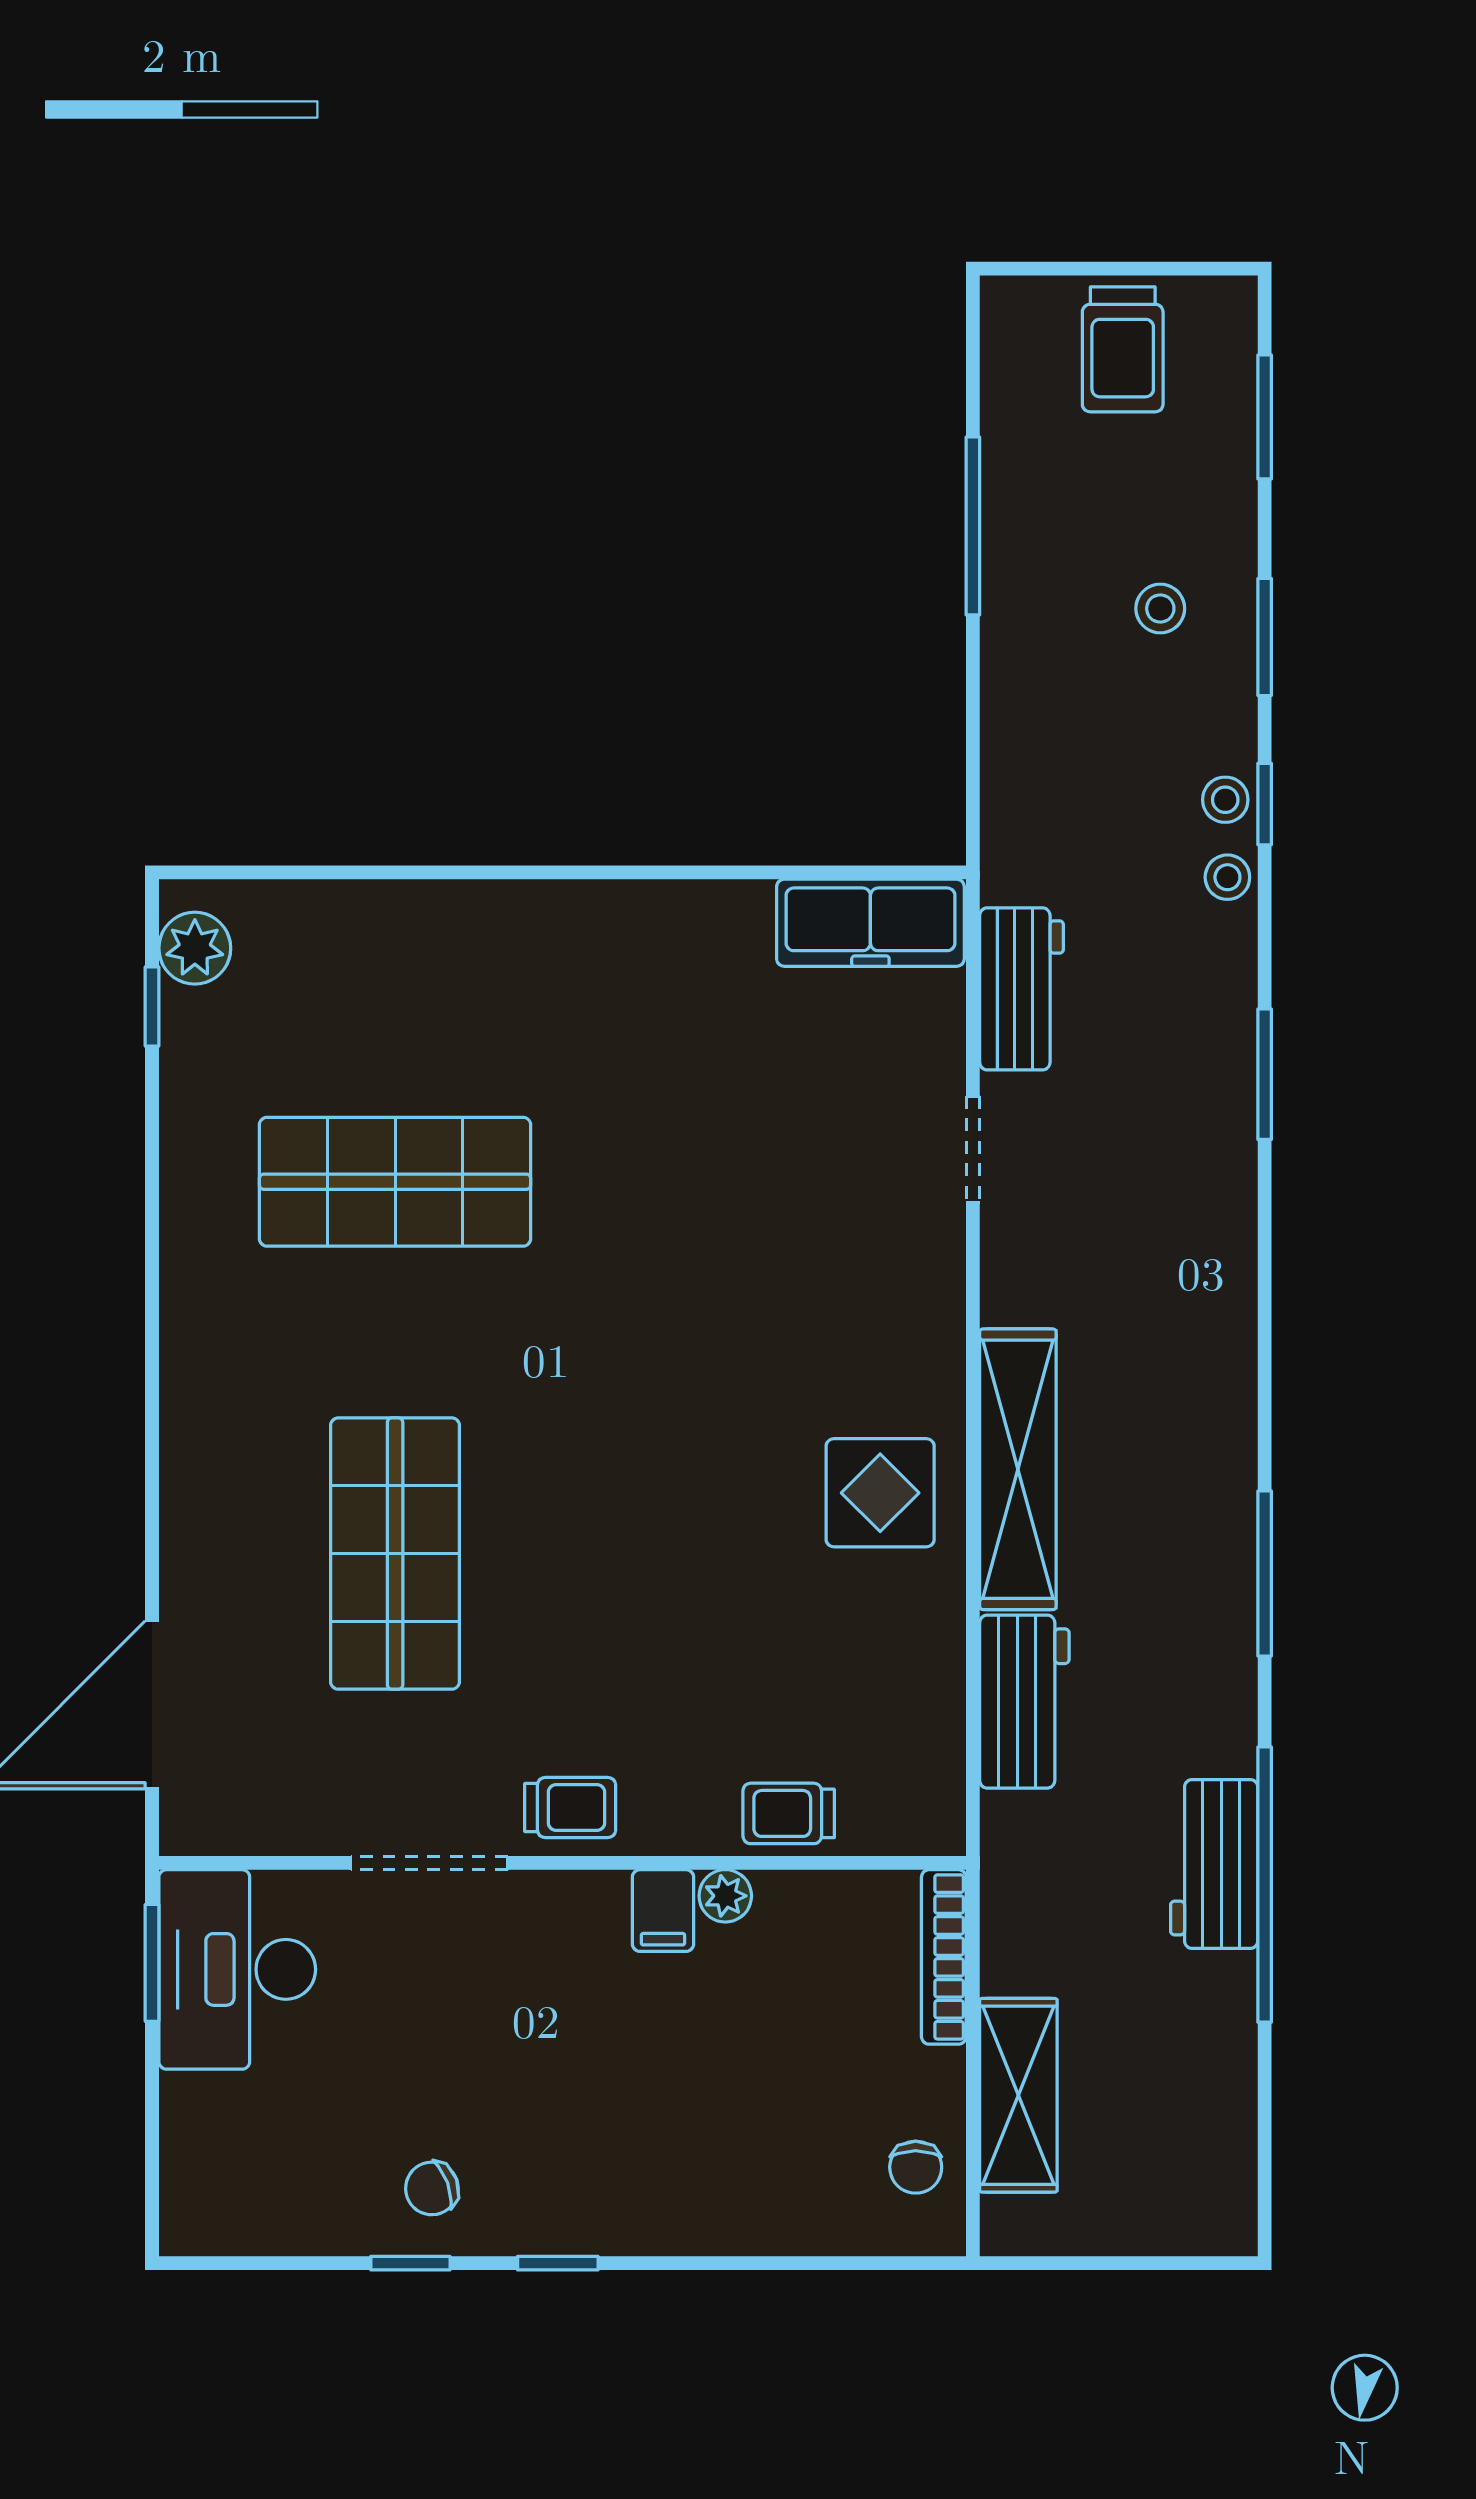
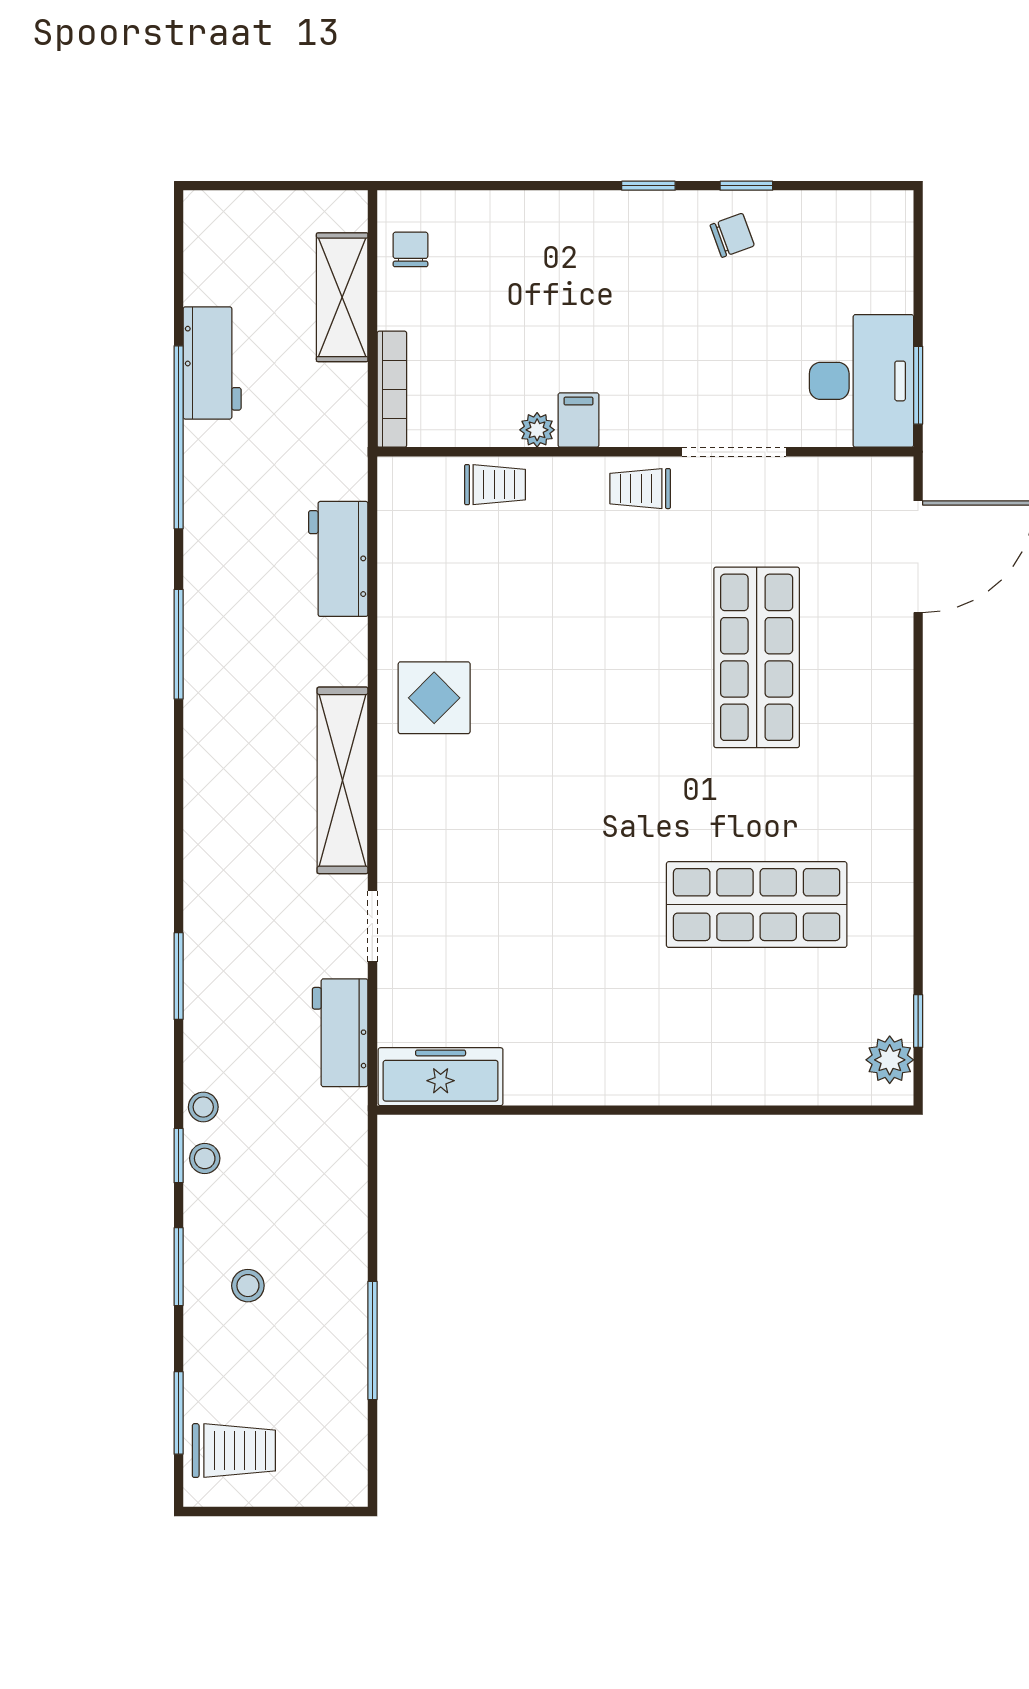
trolley: (1123, 349) -> (234, 1451), moved, turned 90
shelving: (1018, 1469) -> (343, 780), moved
workbench: (1214, 1864) -> (212, 363), moved

